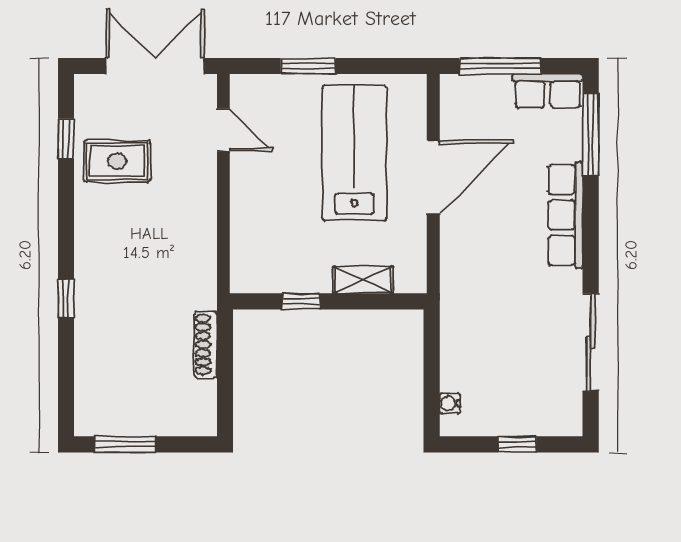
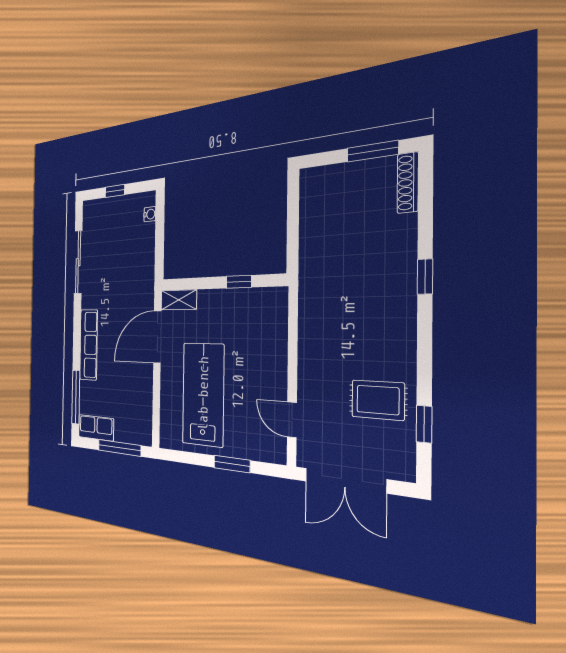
lab bench: (354, 153) -> (203, 394), turned 180
door: (433, 177) -> (157, 337), moved
shelving: (363, 280) -> (179, 300), moved
shoe rack: (206, 345) -> (408, 183), moved, turned 180

